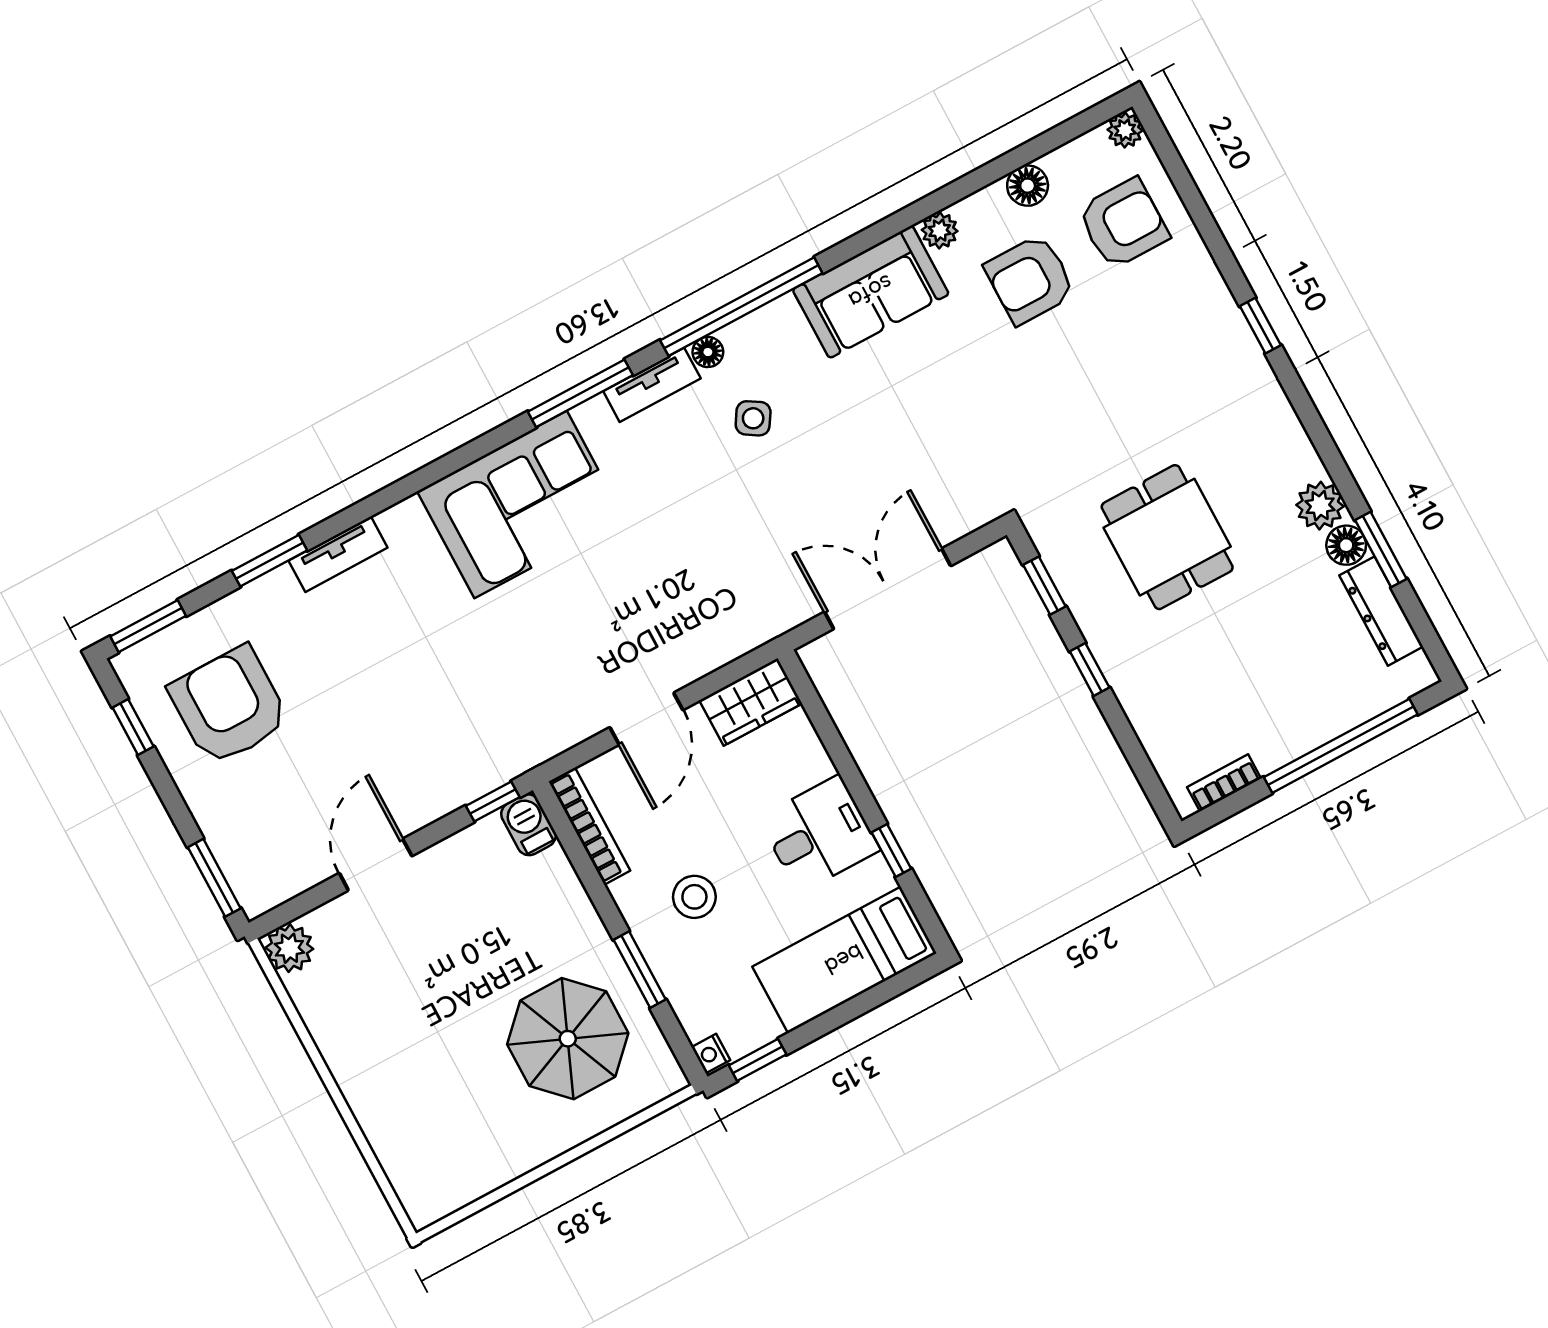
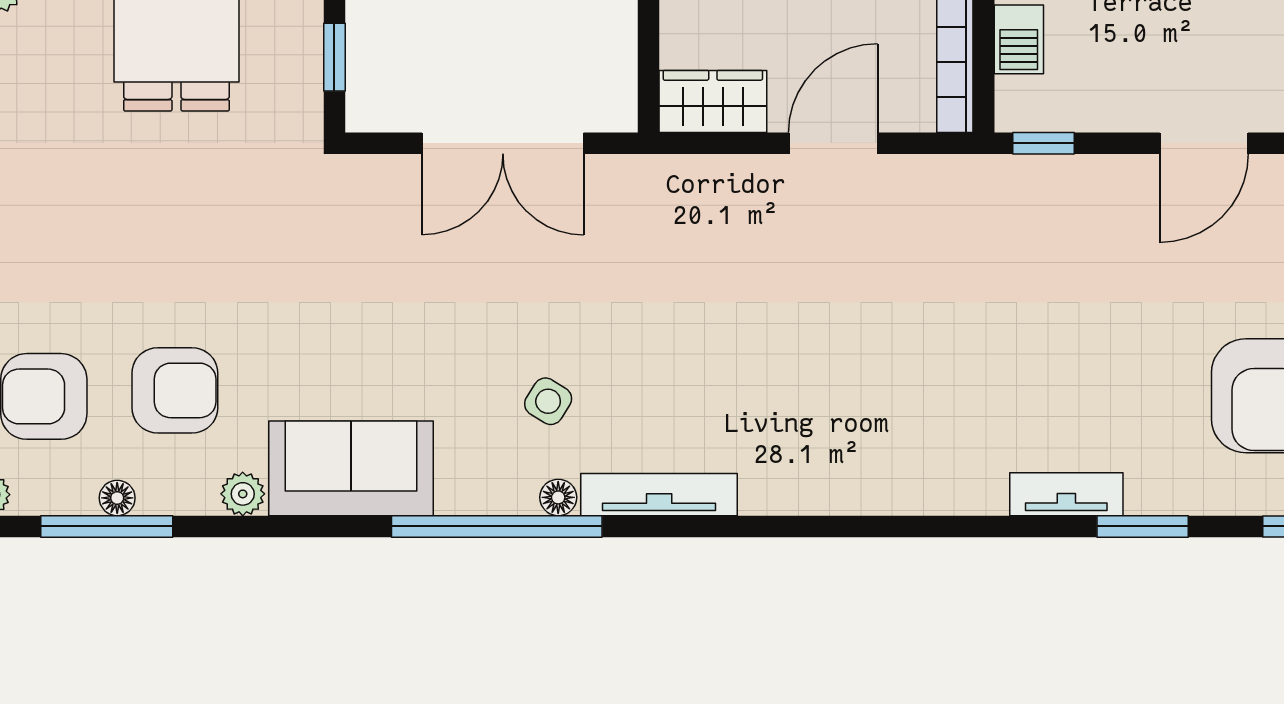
floor lamp: (1028, 186) -> (117, 498), width x0.73, depth x0.73
tv unit: (652, 385) -> (659, 495), width x1.41
window: (580, 393) -> (107, 526), moved
corner sofa: (521, 505) -> (844, 443), removed
barbecue: (529, 825) -> (1019, 39), moved

